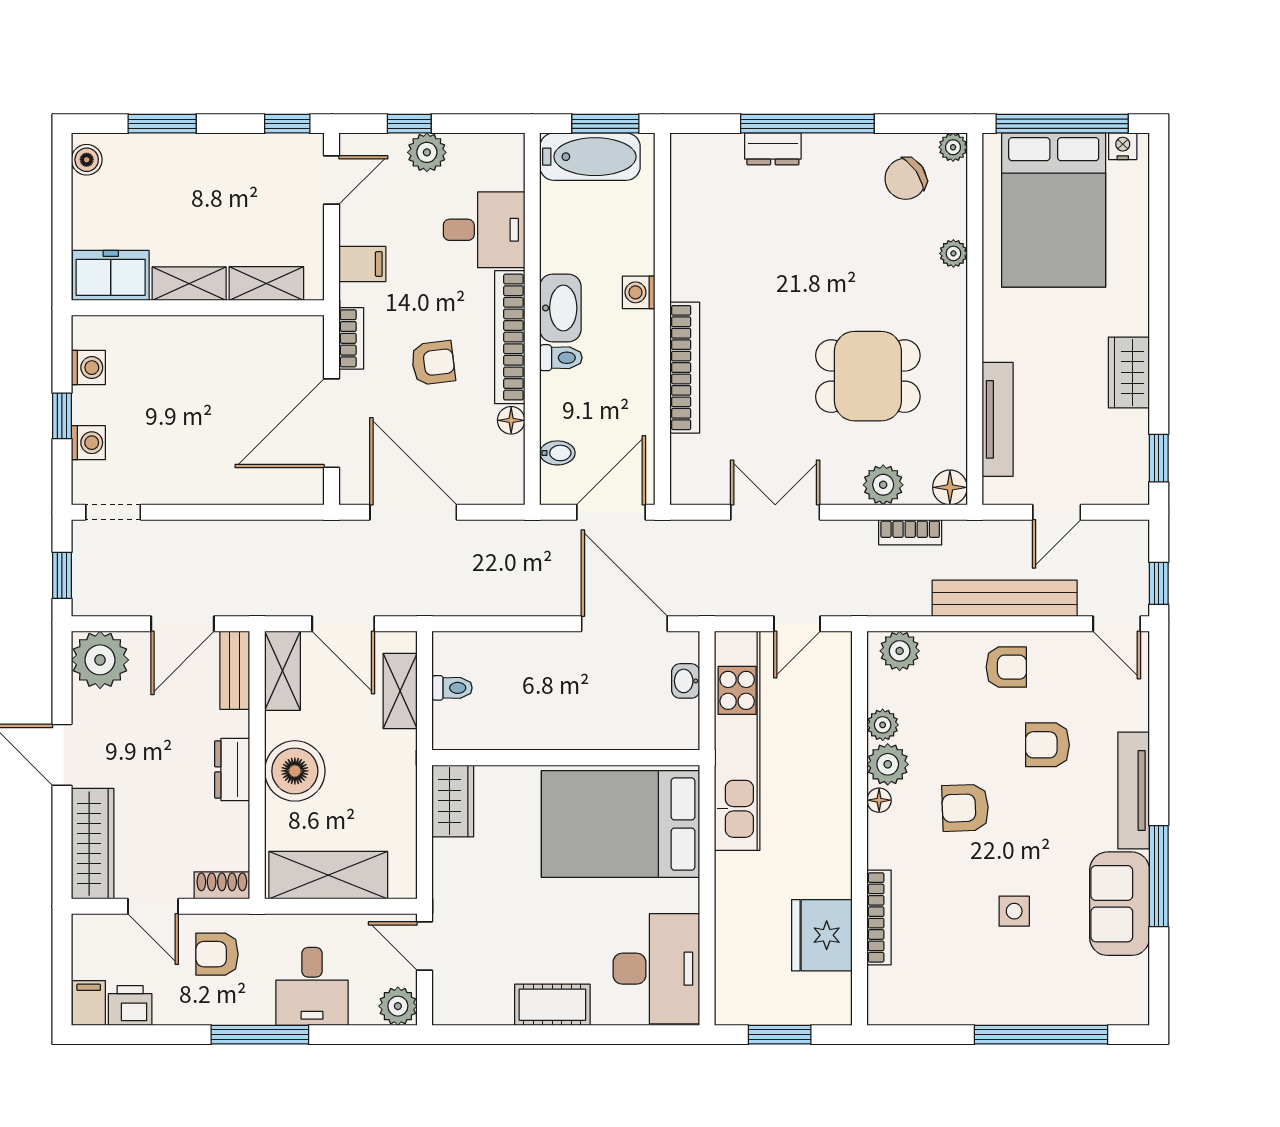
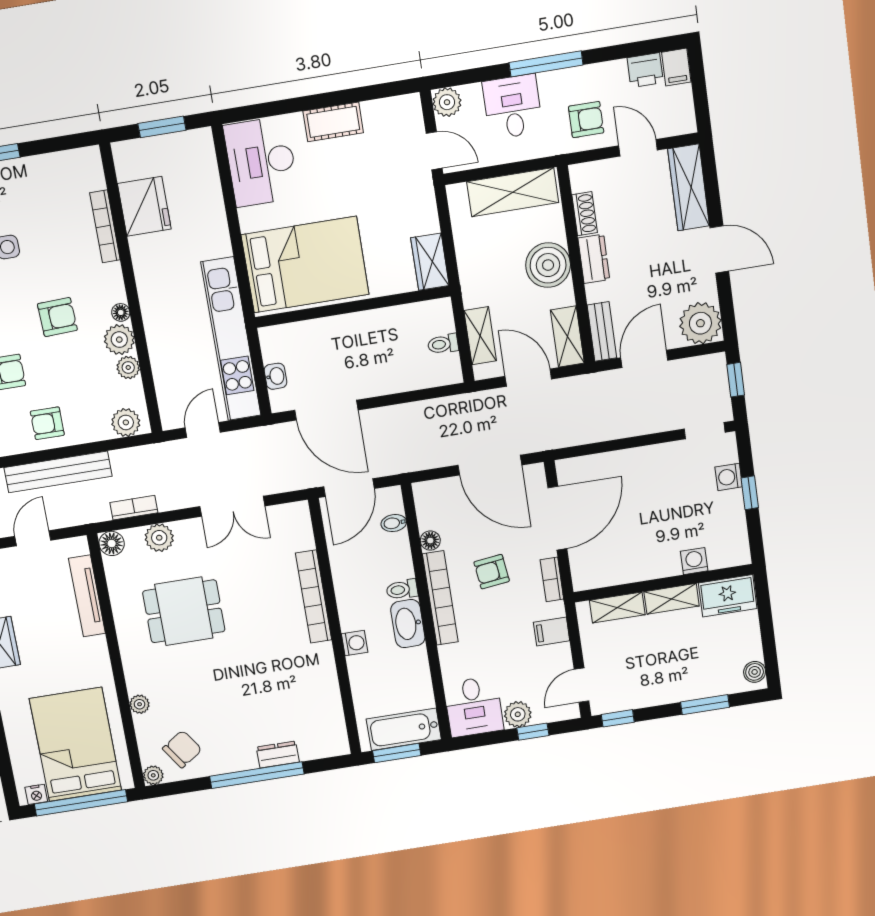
desk: (484, 230) -> (474, 707), moved, turned -90
washing machine: (88, 368) -> (694, 561), moved, turned 90
shoe rack: (222, 885) -> (585, 214), moved, turned -90

